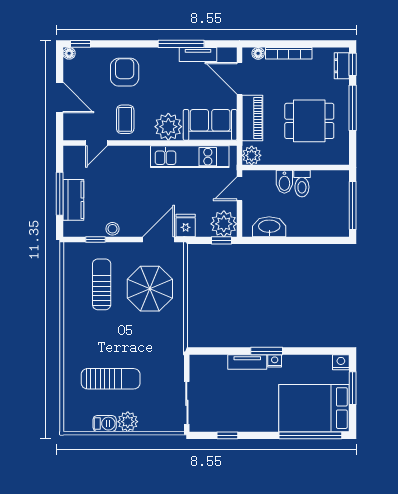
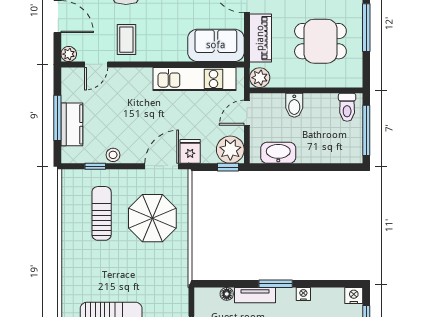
plant: (168, 127) -> (69, 54), moved, width x0.53, depth x0.53
toilet: (302, 184) -> (347, 107), moved
floor lamp: (220, 361) -> (227, 294), added
nightstand: (275, 361) -> (303, 294), moved

